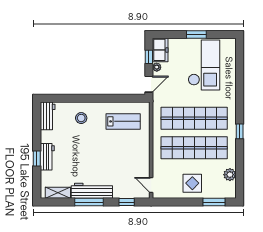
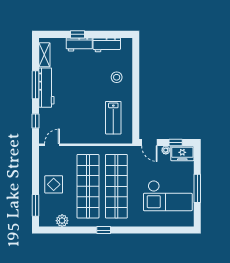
window: (196, 35) -> (197, 188), width x1.44
workbench: (48, 116) -> (107, 45), moved

